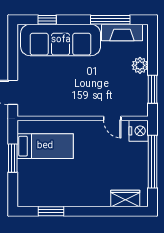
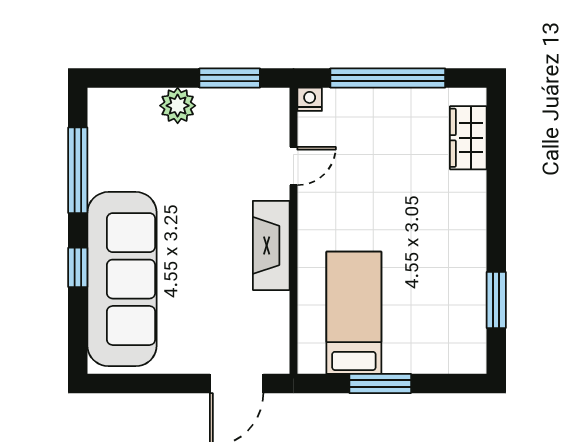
window: (47, 20) -> (78, 267), moved
fireplace: (122, 33) -> (271, 245), moved, turned 180
nightstand: (139, 131) -> (310, 99), width x0.53, depth x0.56

